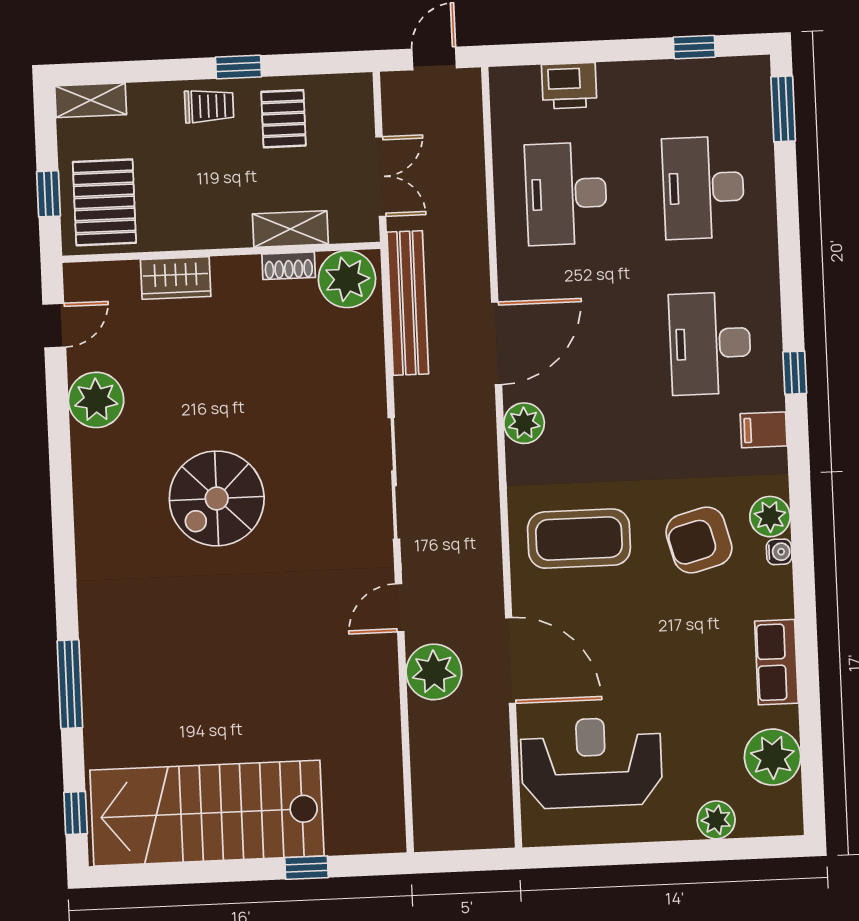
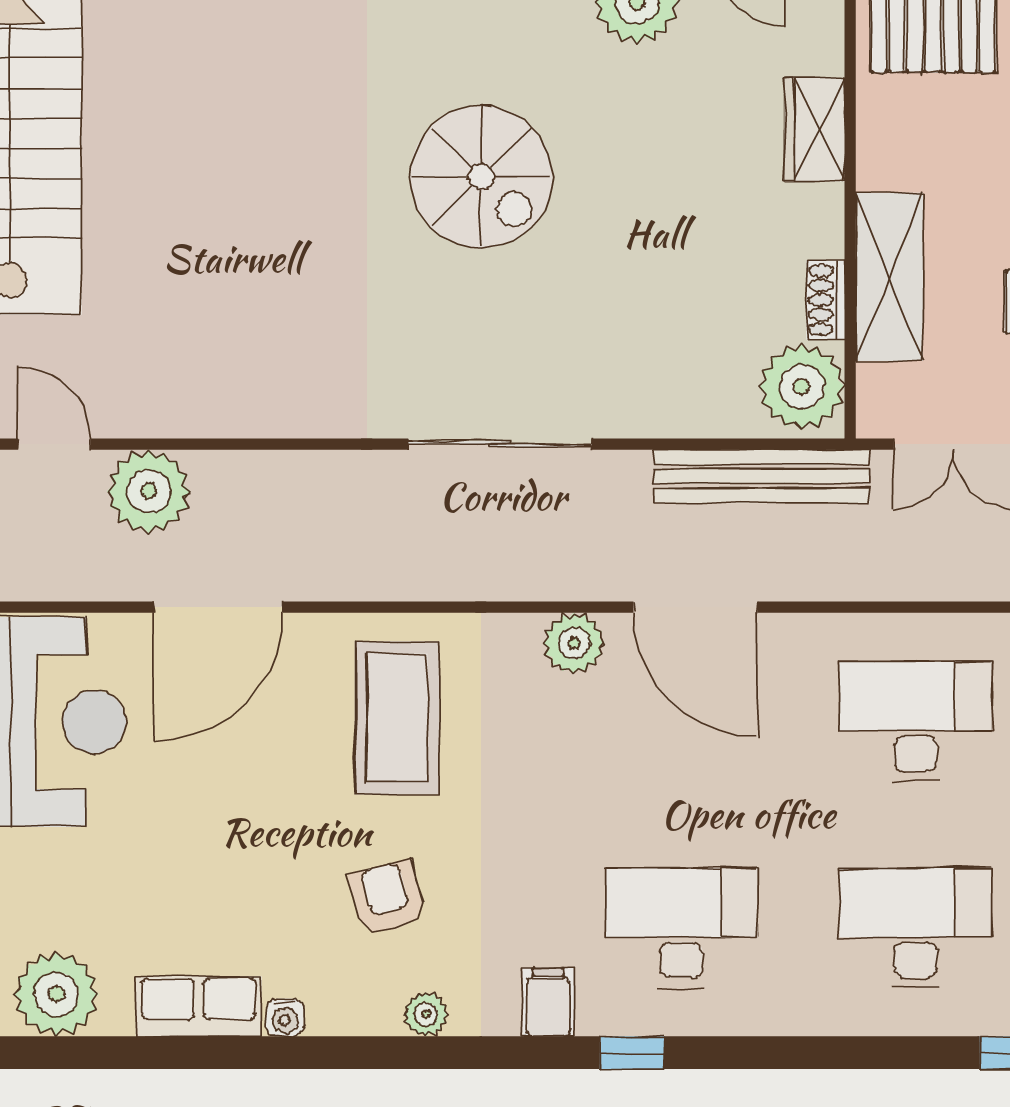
shelving: (290, 229) -> (889, 277), width x1.50, depth x1.33
spiral stairs: (217, 498) -> (481, 177), turned 180
plant: (770, 517) -> (426, 1014), width x0.73, depth x0.73
armchair: (699, 540) -> (387, 898), width x0.72, depth x0.72
water cooler: (779, 552) -> (285, 1017), moved
door: (400, 608) -> (54, 444), moved
plant: (434, 672) -> (149, 491), moved

